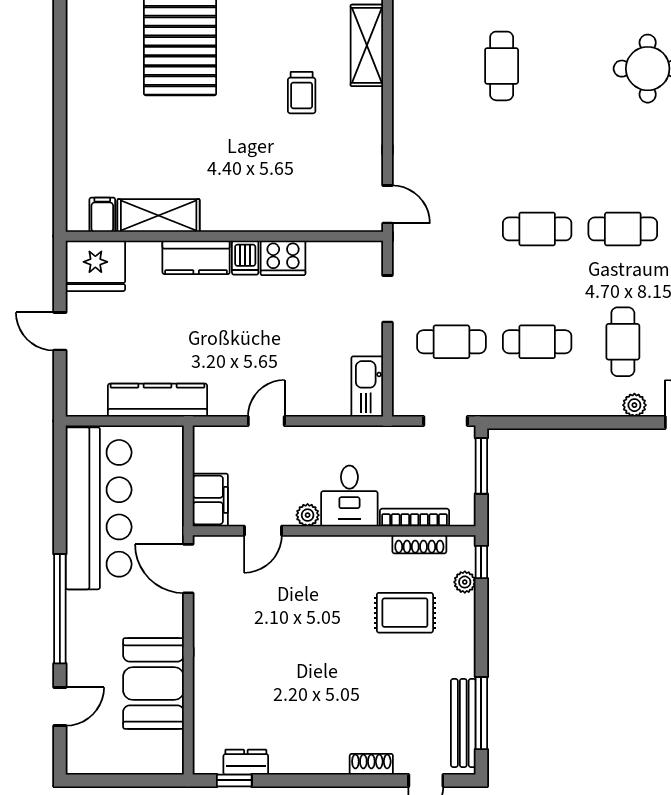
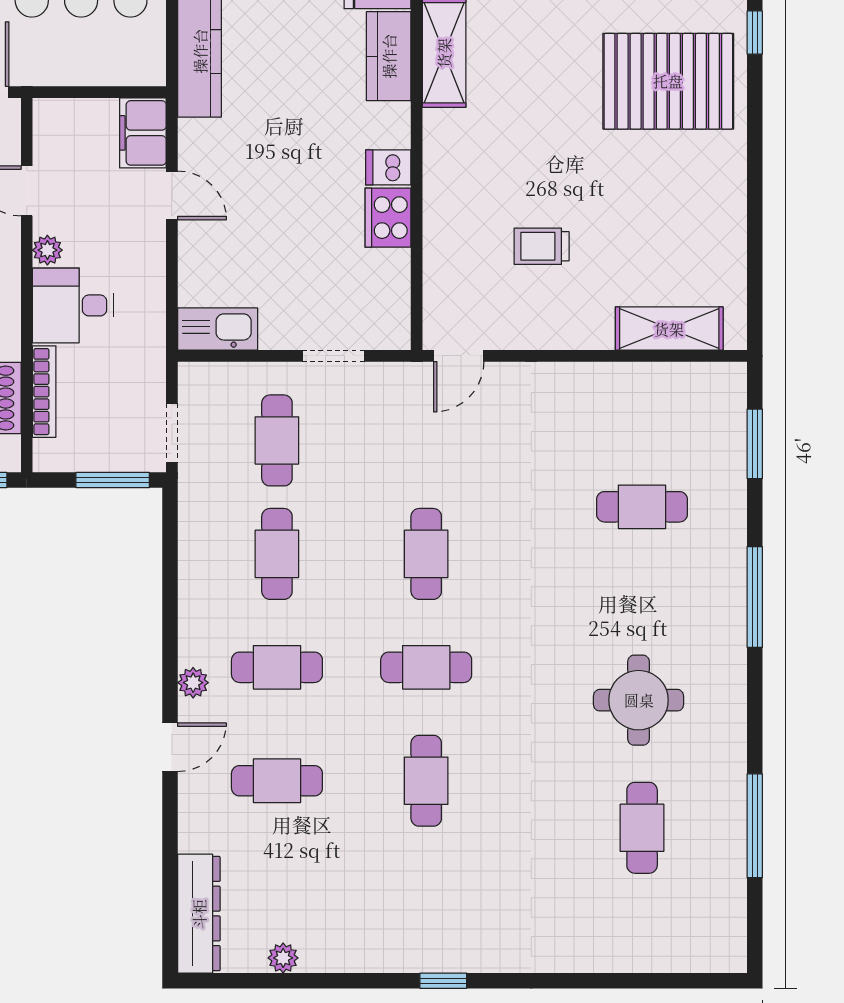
trolley: (302, 93) -> (542, 246), moved
cafe table: (623, 229) -> (426, 667), turned 90
kitchen counter: (196, 257) -> (389, 56), moved
filing cabinet: (210, 500) -> (143, 133), moved, turned 90

